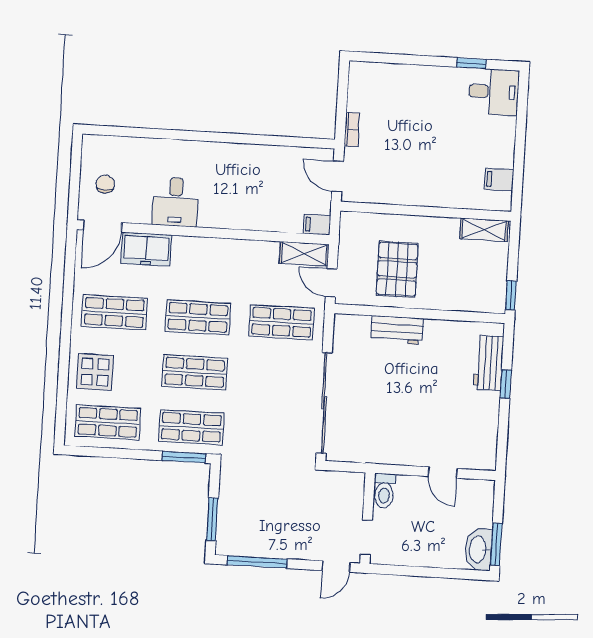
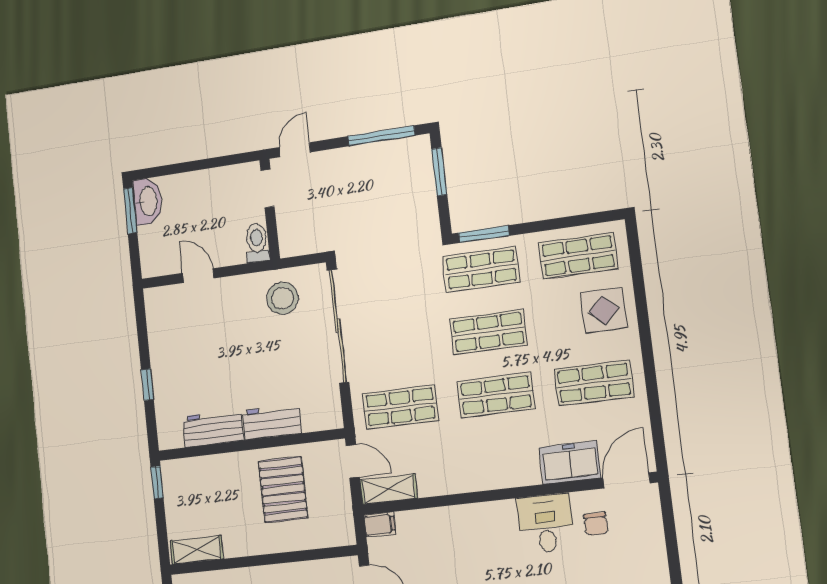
chair: (105, 184) -> (596, 524), moved
workbench: (488, 363) -> (213, 428), moved, turned -90
stool: (369, 437) -> (282, 298), added

